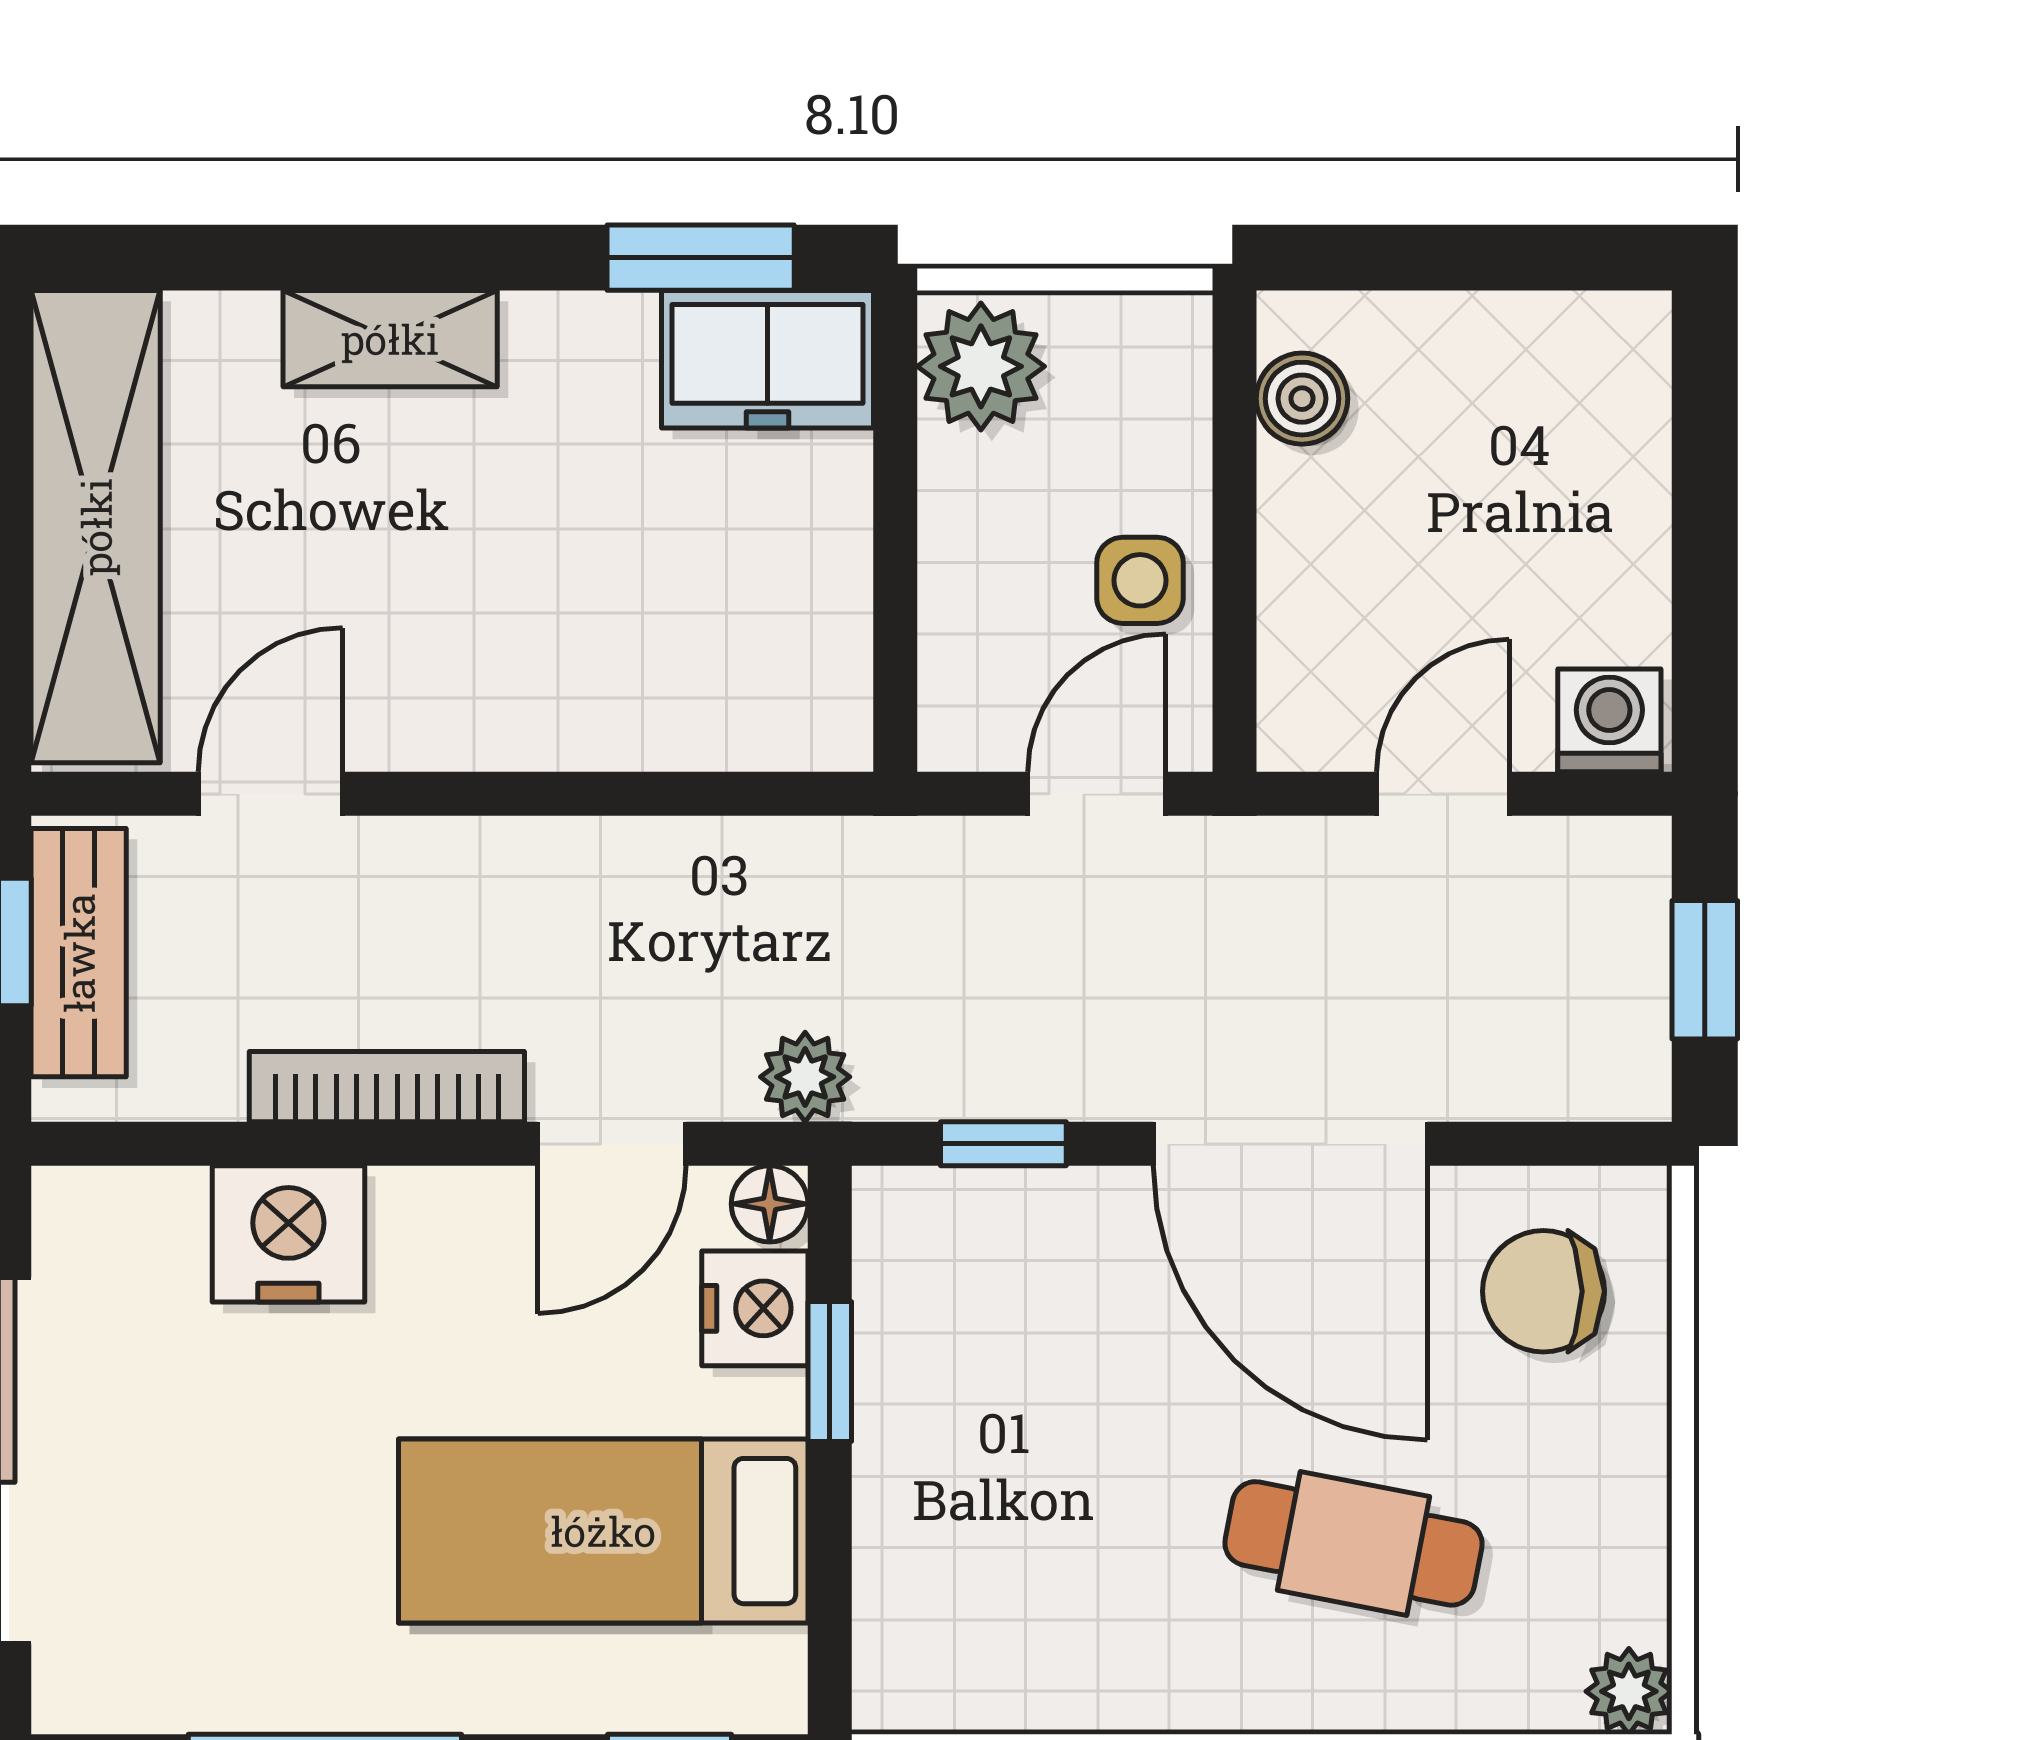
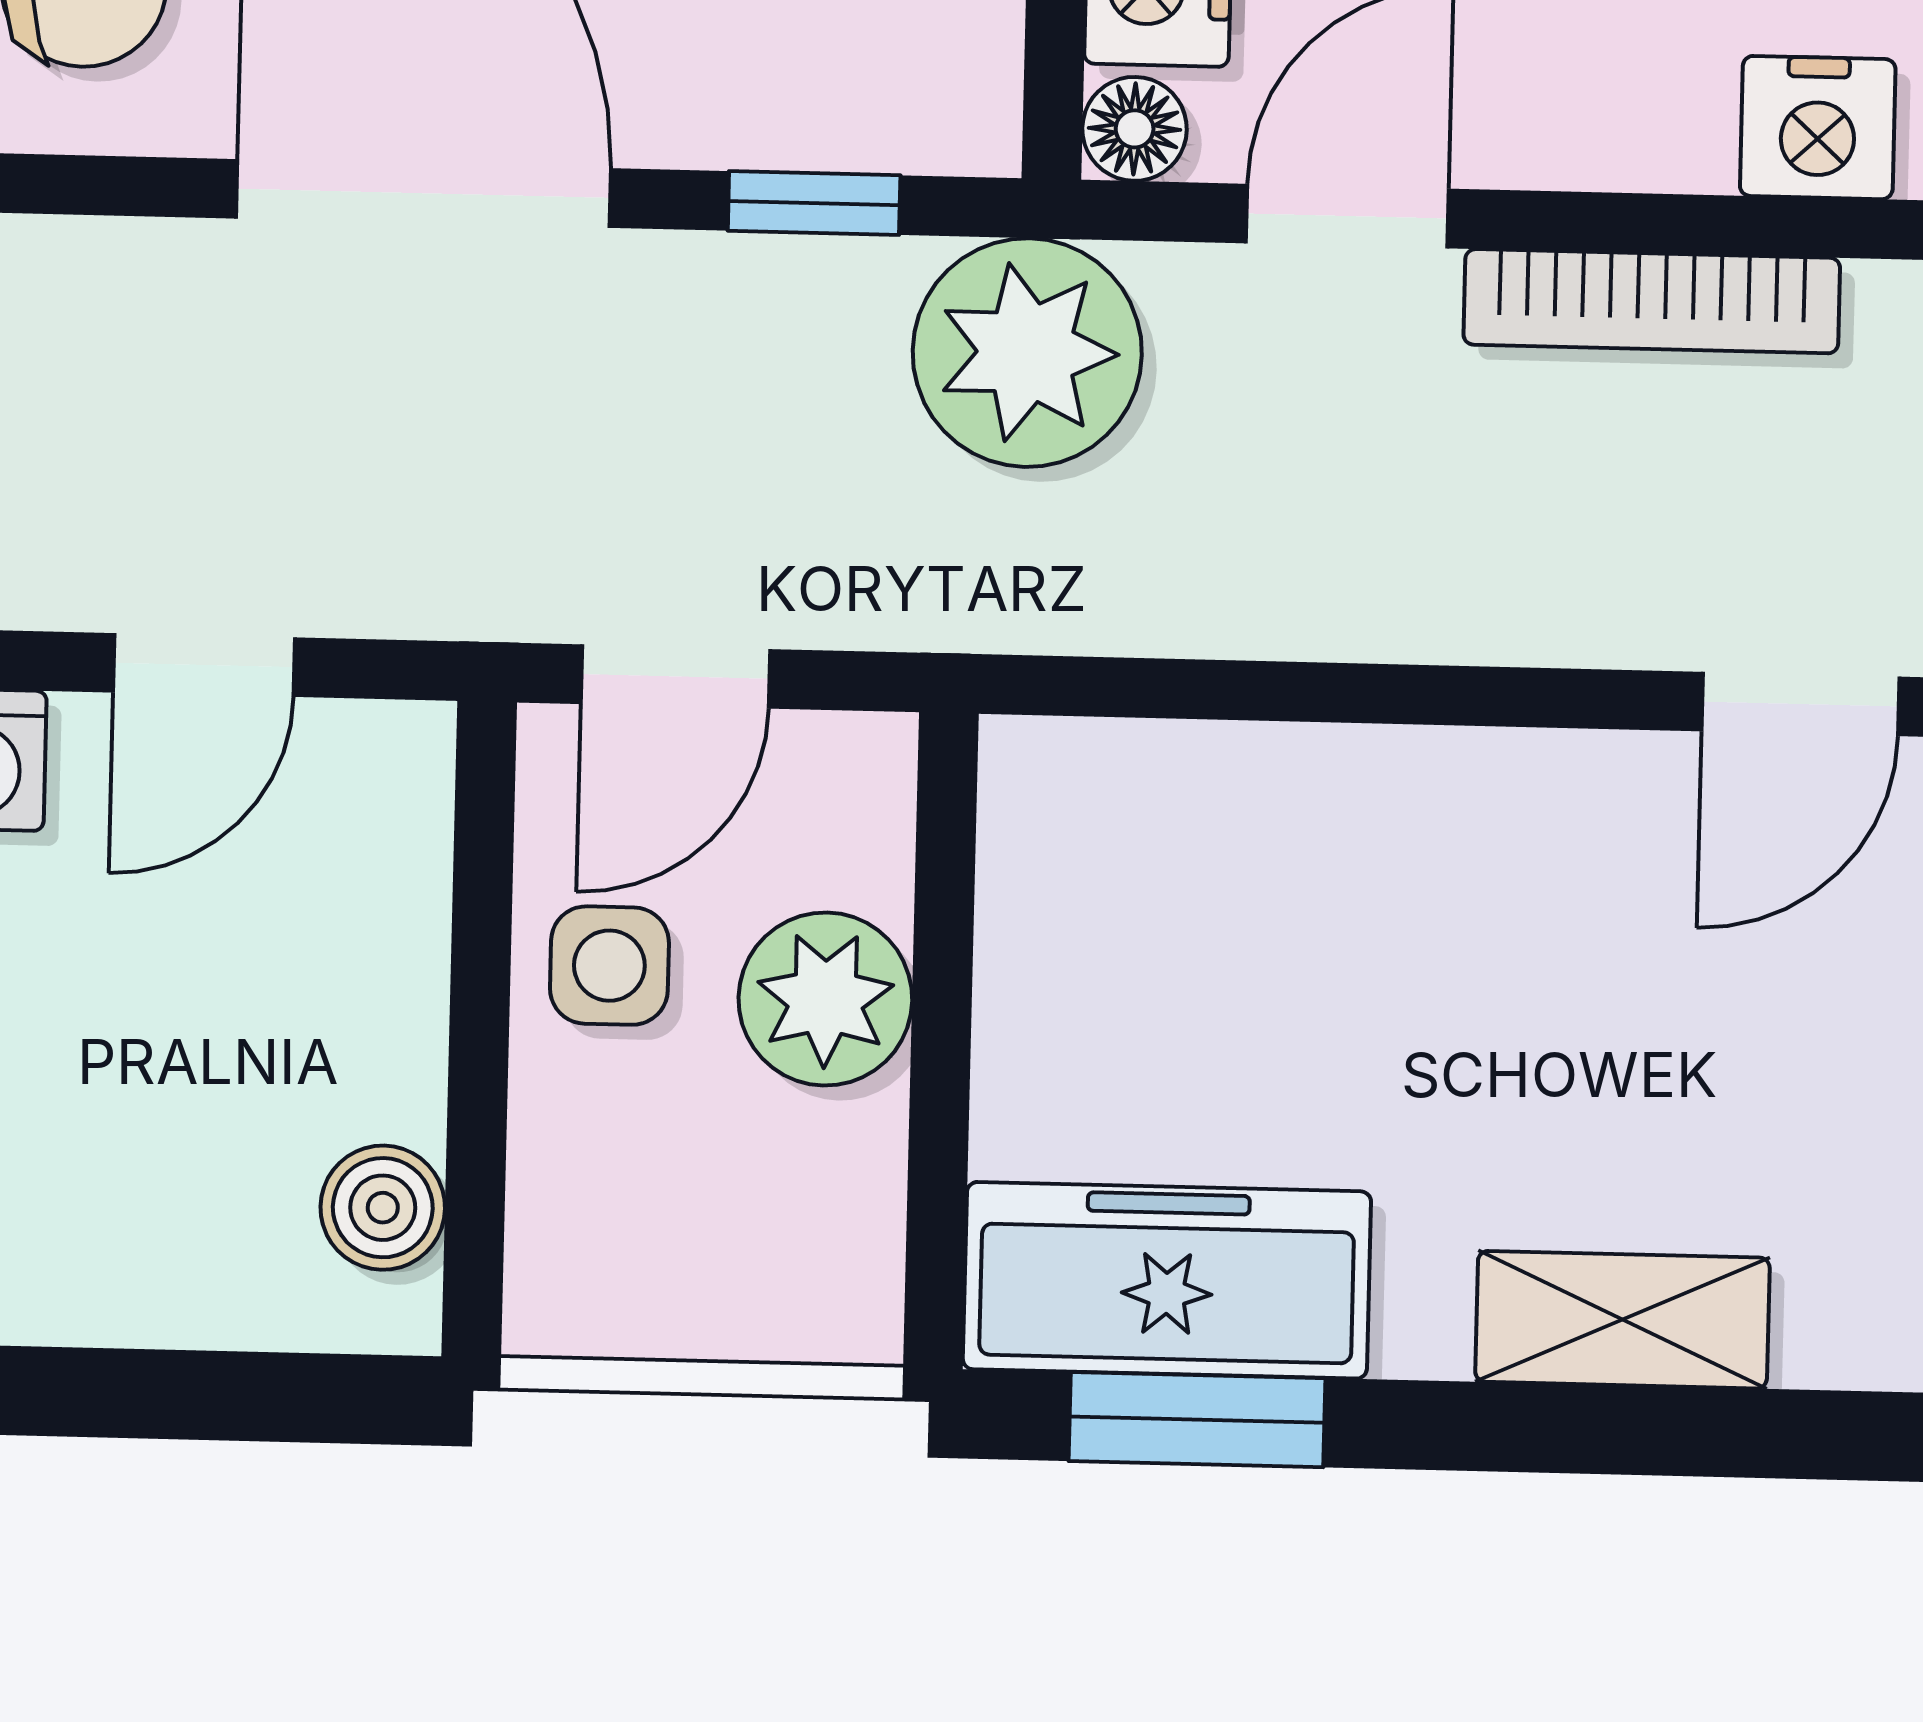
freezer: (768, 359) -> (1167, 1280), width x1.40
plant: (981, 366) -> (825, 999), moved
plant: (805, 1077) -> (1027, 353), width x1.88, depth x1.88
nightstand: (288, 1234) -> (1818, 128), width x0.74, depth x0.75

